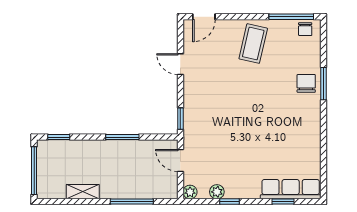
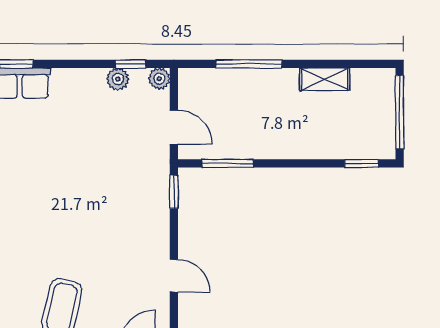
window: (122, 137) -> (228, 163), moved
window: (229, 202) -> (131, 64), moved

